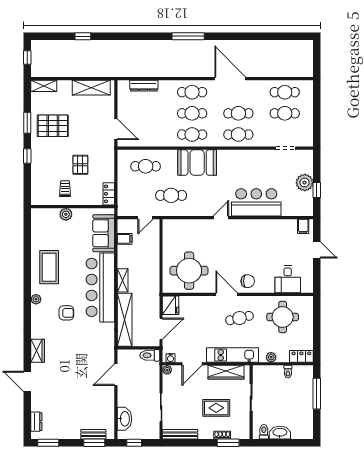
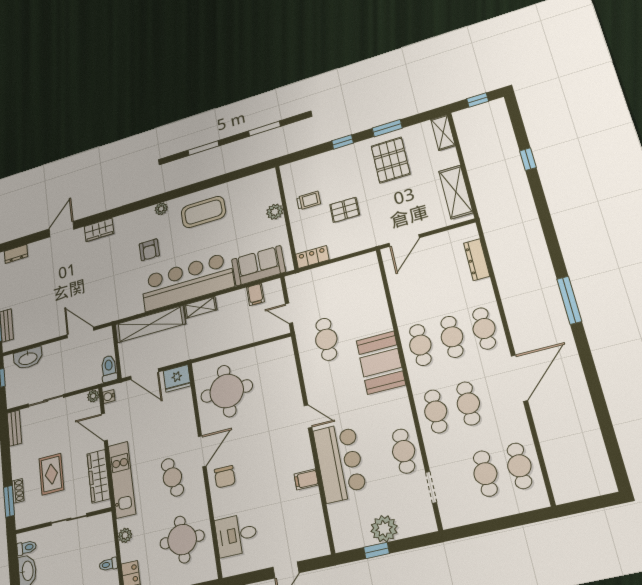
cafe table: (146, 166) -> (404, 451), moved
filing cabinet: (303, 226) -> (306, 479), moved
bench: (180, 434) -> (14, 428), width x0.73

